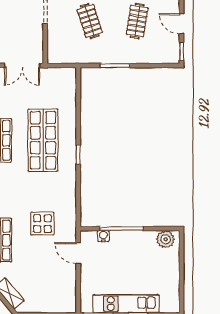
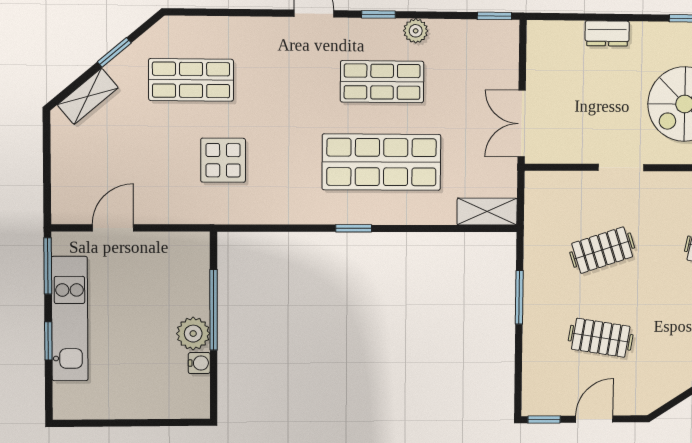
shelving: (69, 84) -> (487, 212), added
water cooler: (103, 236) -> (199, 363), moved
plant: (166, 239) -> (193, 334), moved
door: (78, 253) -> (113, 228), moved

